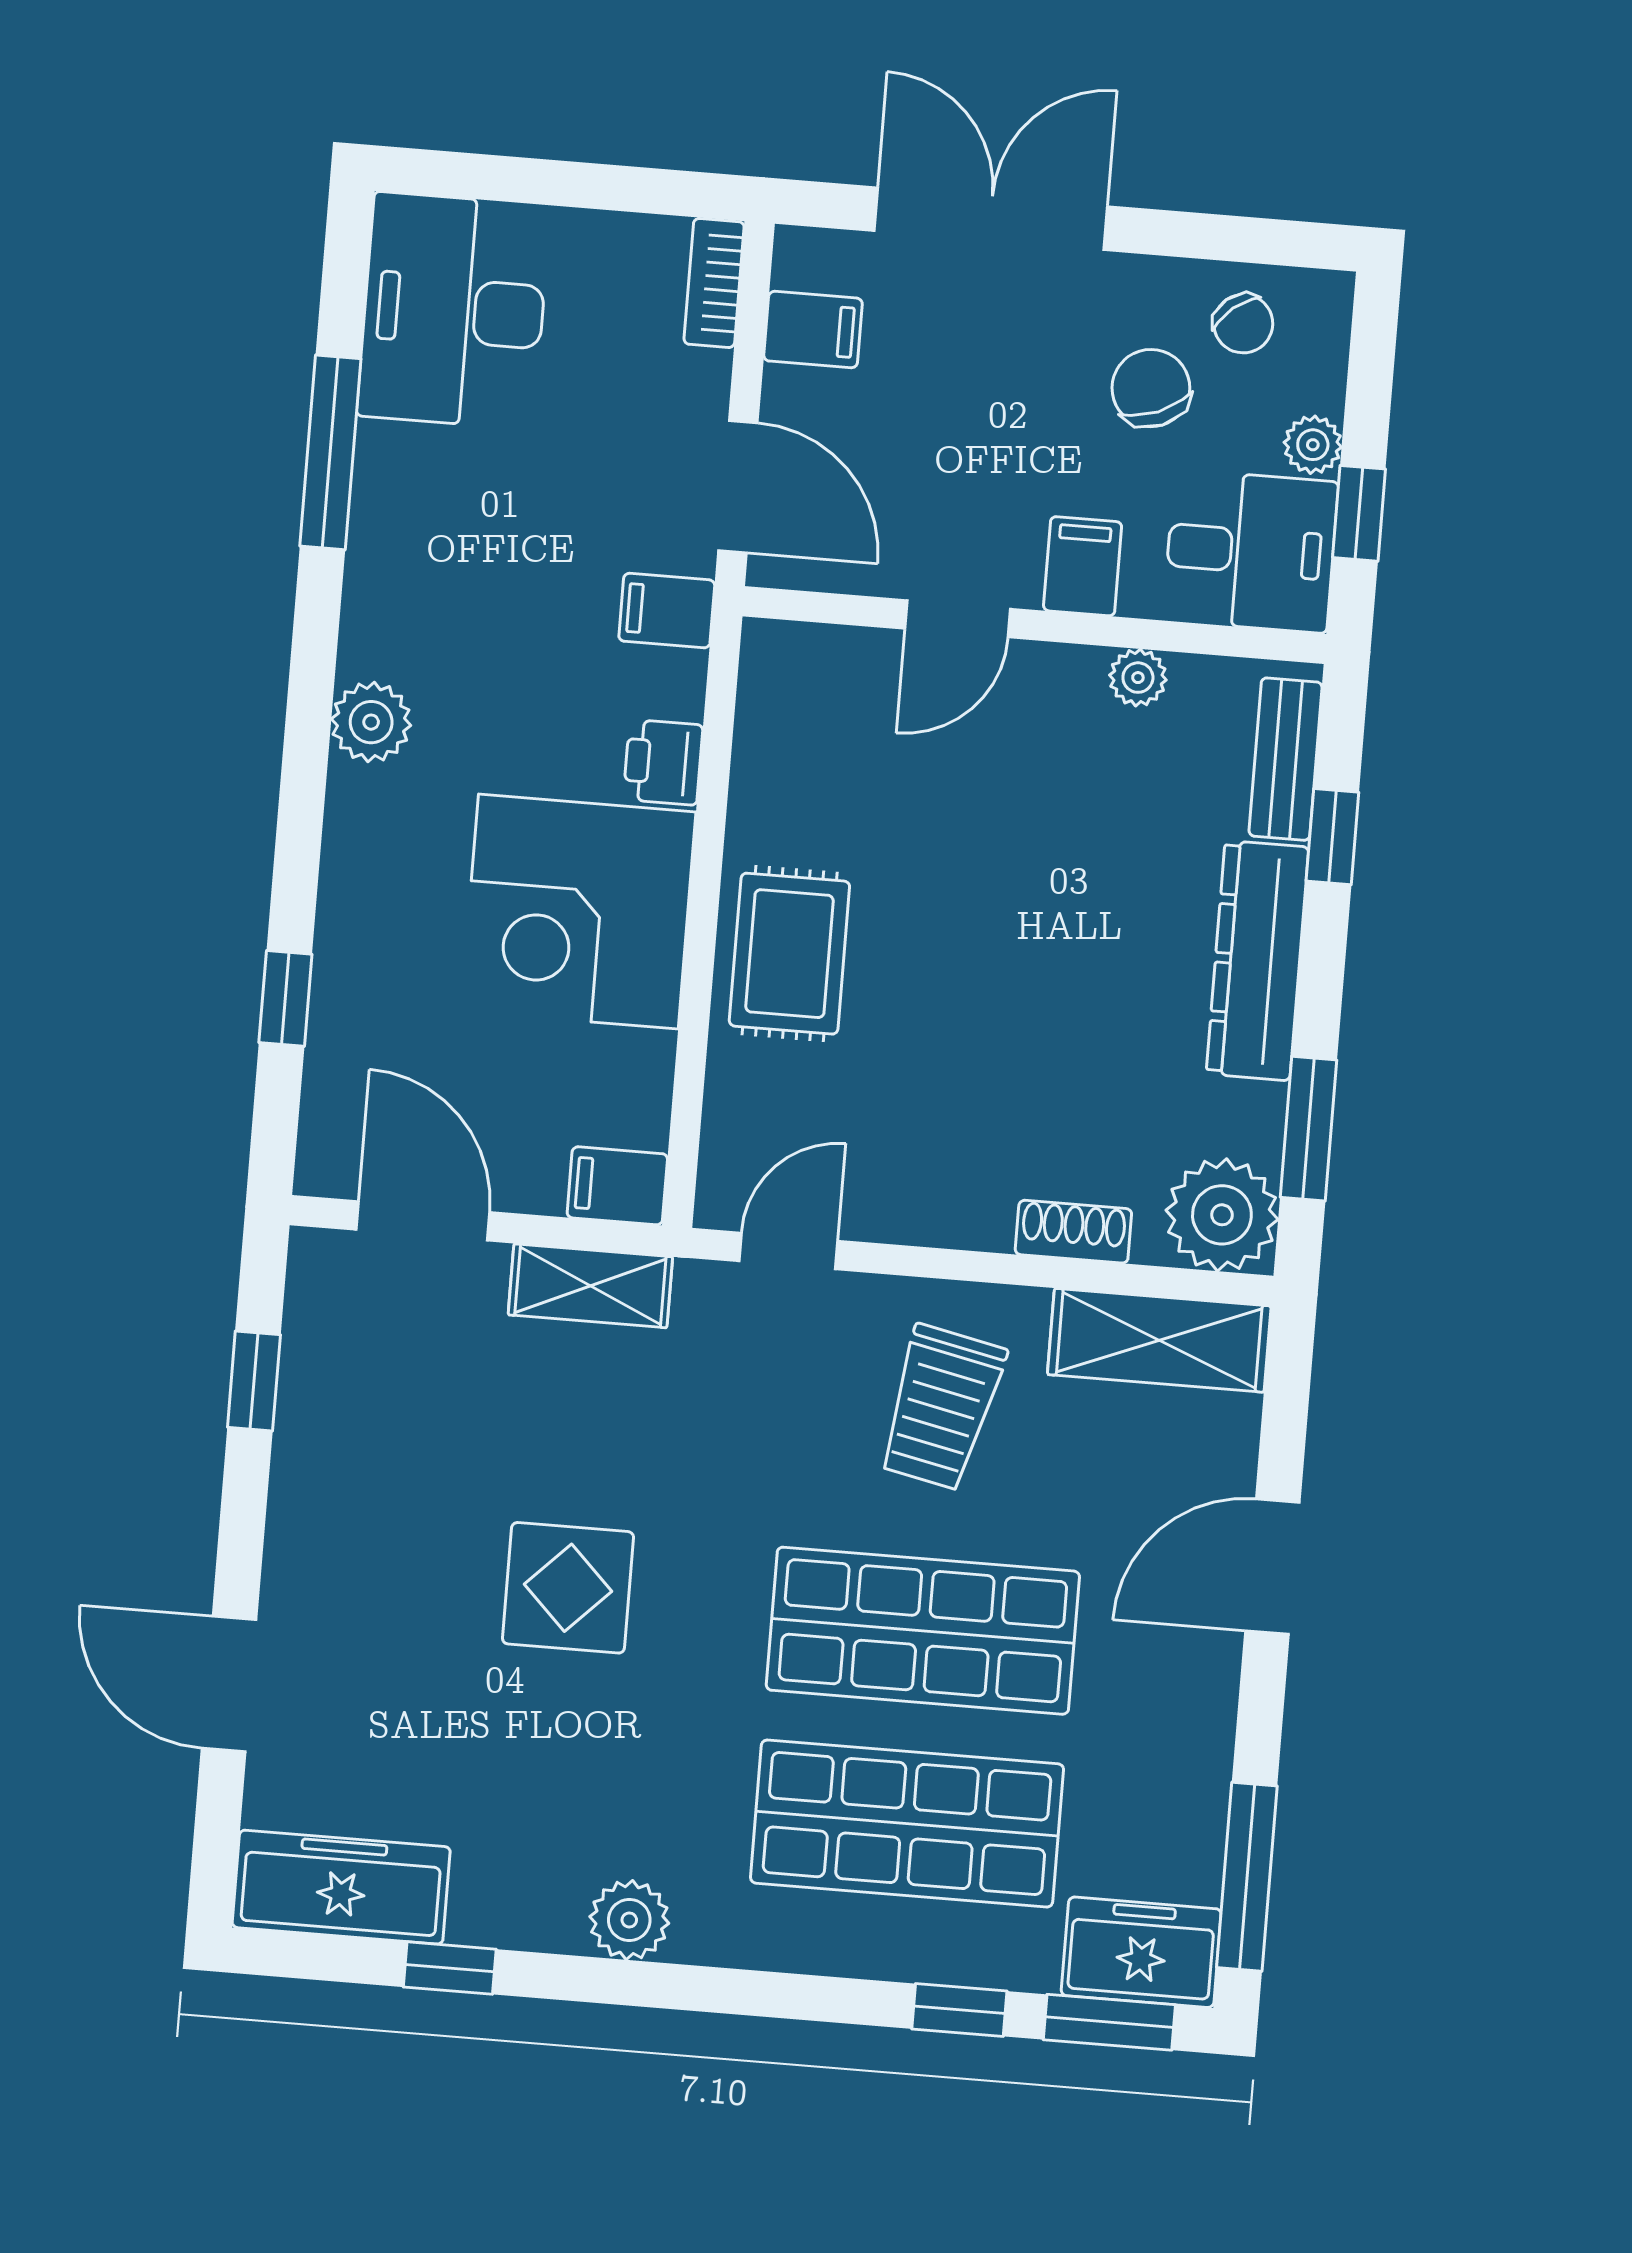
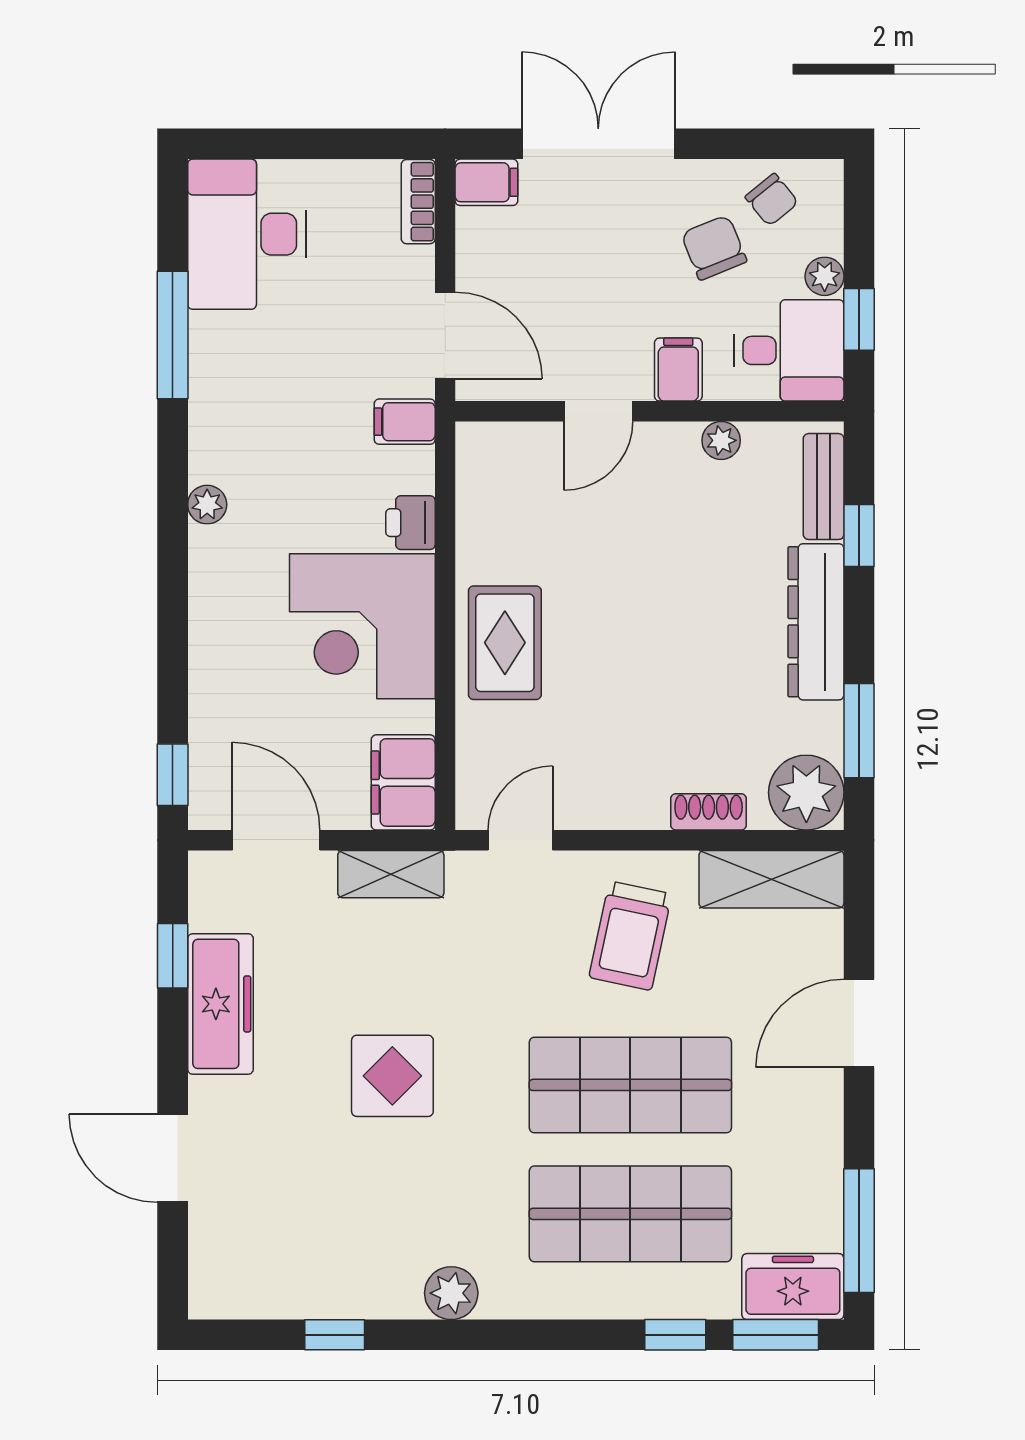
filing cabinet: (813, 330) -> (486, 182), moved
plant: (371, 722) -> (207, 505), width x0.73, depth x0.73
window: (285, 998) -> (173, 775), moved
filing cabinet: (617, 1186) -> (403, 782), width x2.00
freezer: (341, 1887) -> (220, 1004), moved, turned 90

